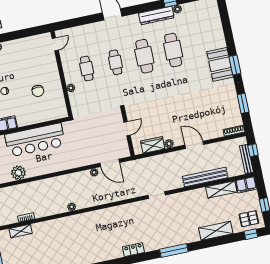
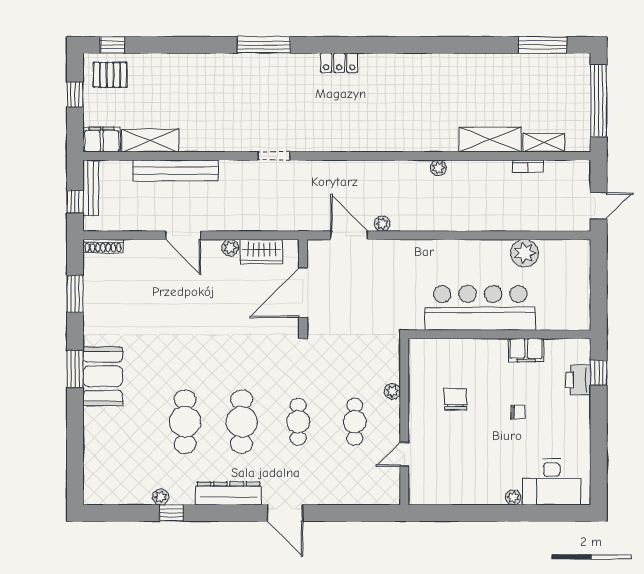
dresser: (156, 16) -> (228, 493), moved
door: (55, 44) -> (404, 454), moved
door: (127, 129) -> (303, 293), width x1.88
shelving: (216, 231) -> (490, 140), moved

